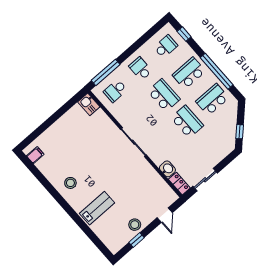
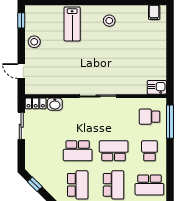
school desk: (166, 47) -> (149, 185), width x1.85
school desk: (140, 69) -> (149, 151), turned -90
school desk: (115, 91) -> (149, 117), turned -90
school desk: (164, 95) -> (114, 151), turned 180
window: (137, 240) -> (21, 20), moved

